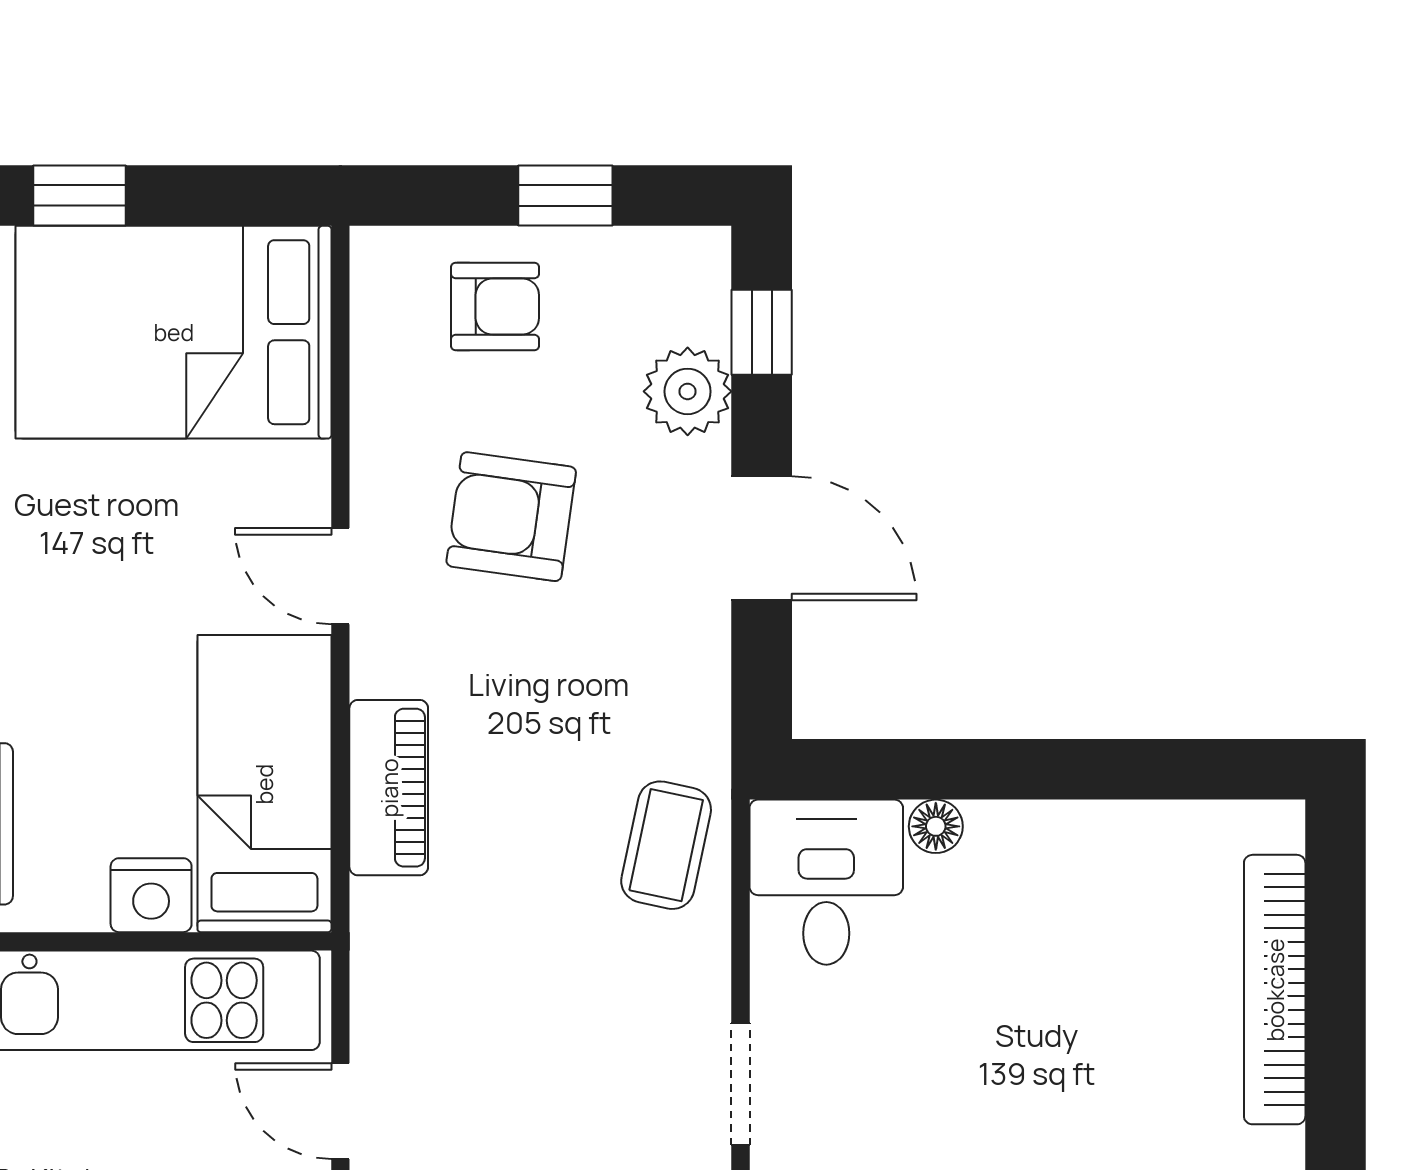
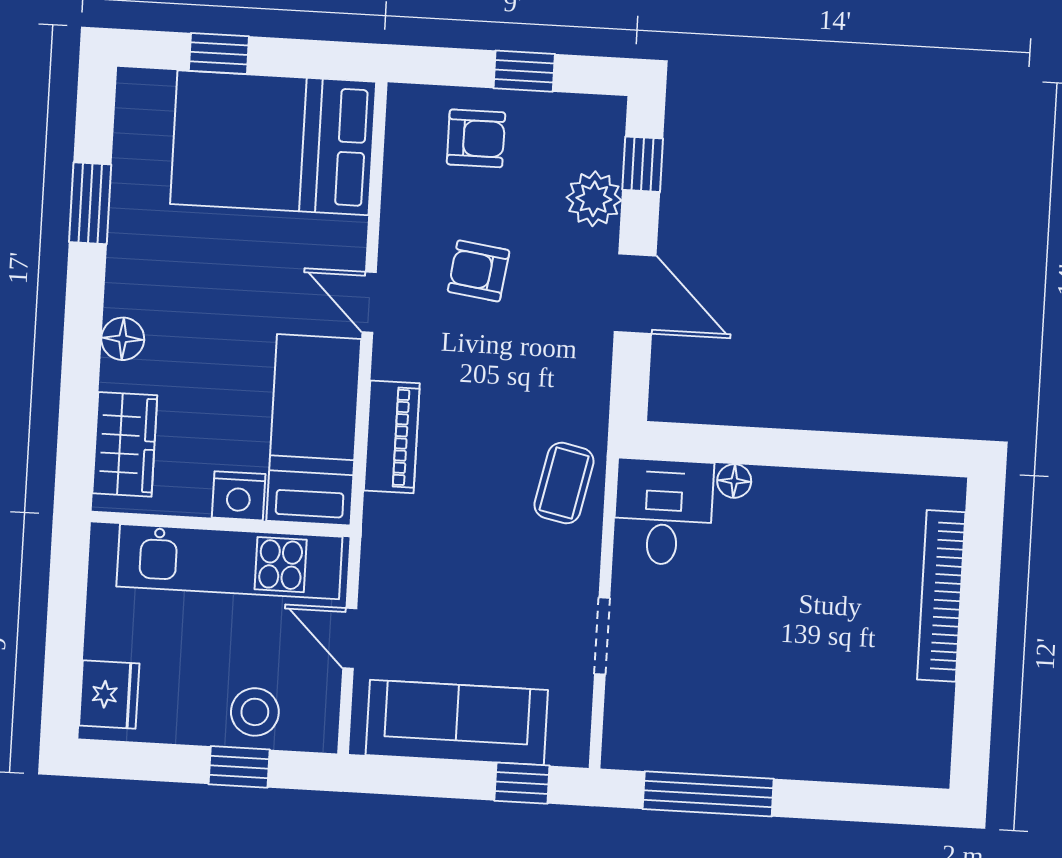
armchair: (511, 517) -> (479, 271), width x0.72, depth x0.72

